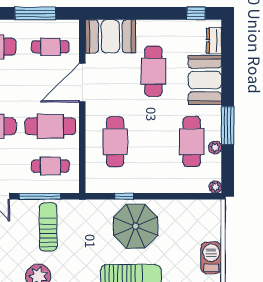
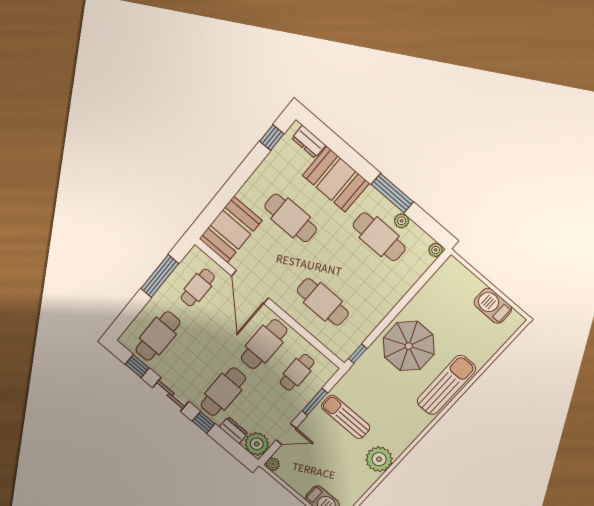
window: (40, 196) -> (315, 402), width x0.69
window: (124, 196) -> (358, 354), moved

